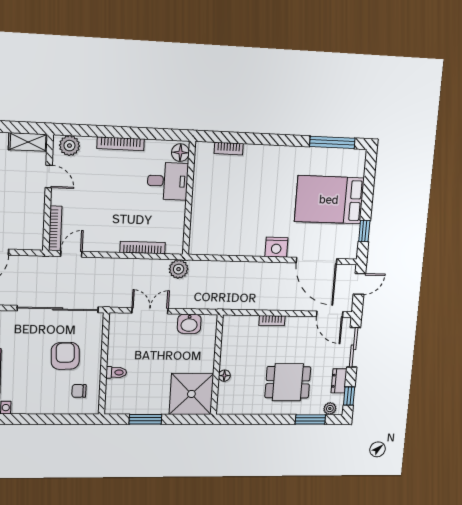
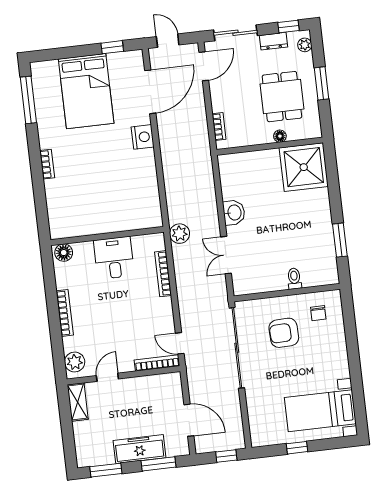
bookcase: (229, 149) -> (47, 164), moved
desk: (168, 181) -> (114, 258), moved
wall: (217, 365) -> (270, 146), moved
floor lamp: (224, 376) -> (280, 136), moved
shower: (191, 394) -> (304, 167), moved
window: (310, 419) -> (321, 83), moved

